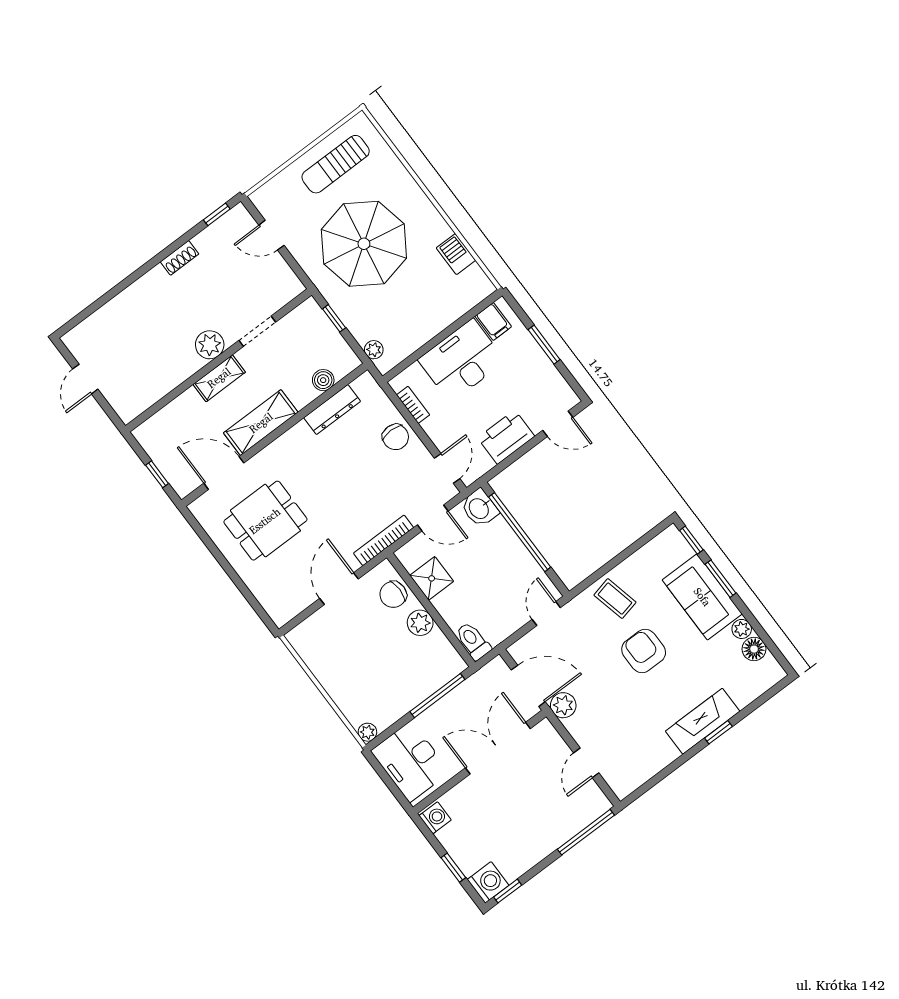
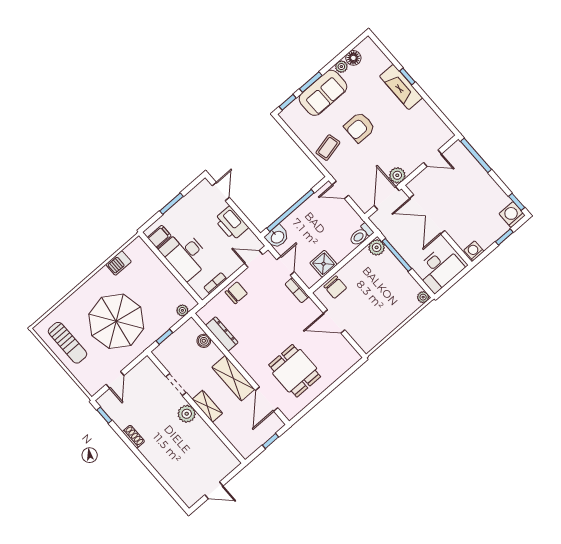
bookcase: (384, 540) -> (297, 290), width x0.64
plant: (420, 623) -> (377, 247), moved

